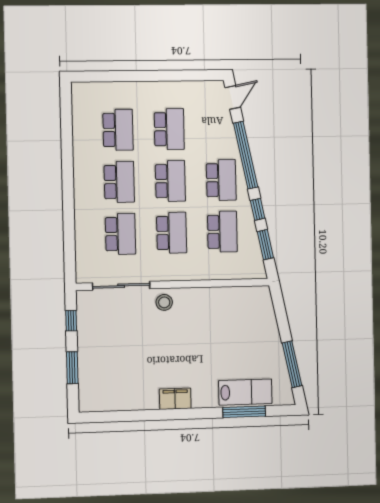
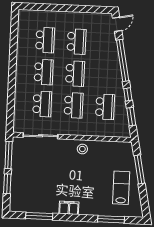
school desk: (221, 180) -> (106, 75), removed
stool: (164, 302) -> (82, 149), moved
window: (71, 321) -> (9, 155), width x2.17
window: (292, 364) -> (139, 169), moved
lab bench: (245, 392) -> (121, 188), moved, turned -90
window: (128, 416) -> (39, 216), added

